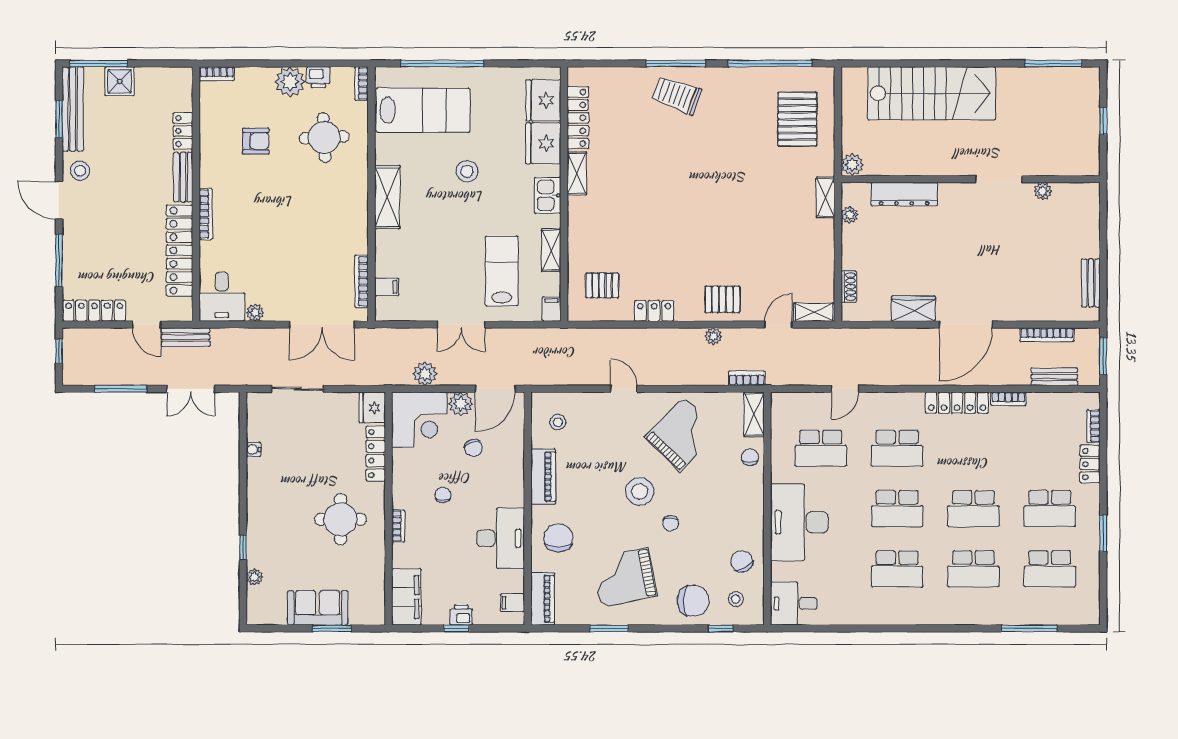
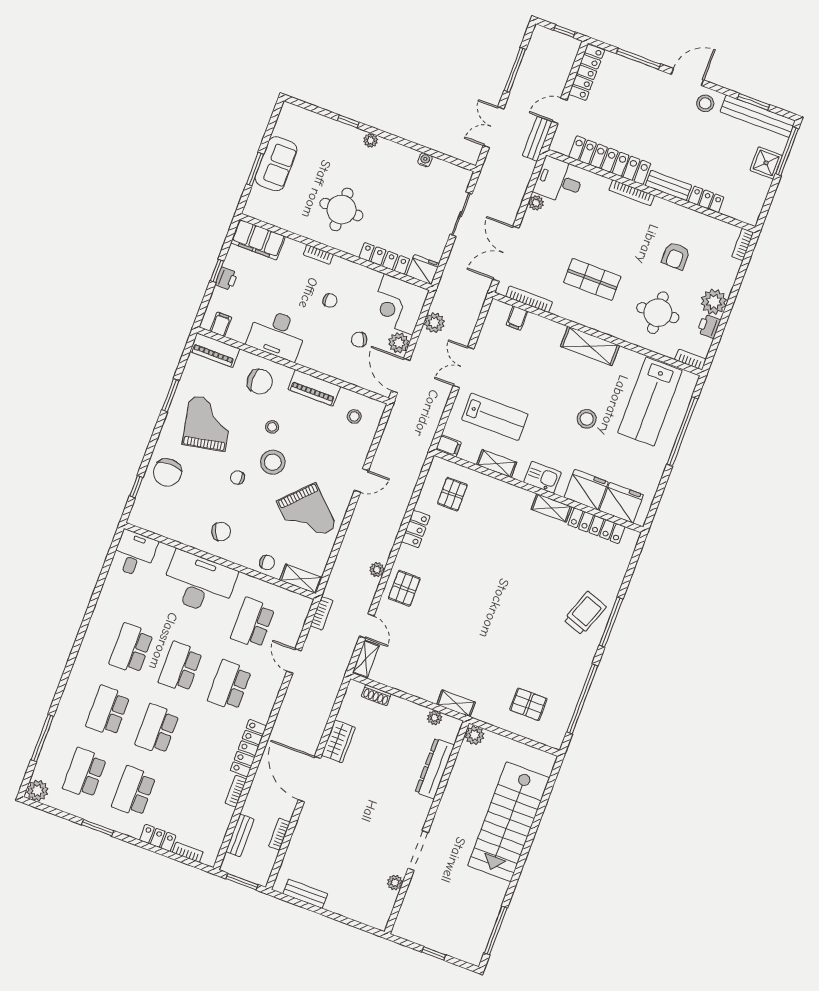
pallet: (797, 119) -> (528, 704), width x0.67, depth x0.71
shop shelf: (315, 221) -> (592, 279), added
bookcase: (1047, 335) -> (279, 834), width x0.64
bookcase: (747, 378) -> (322, 613), moved
chair: (742, 561) -> (221, 532), moved
plant: (254, 577) -> (371, 140), moved
stool: (736, 599) -> (272, 427), moved
plant: (1088, 613) -> (37, 790), added

